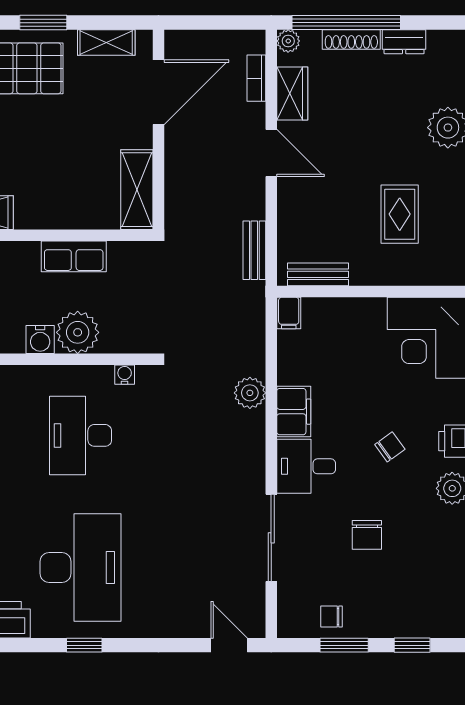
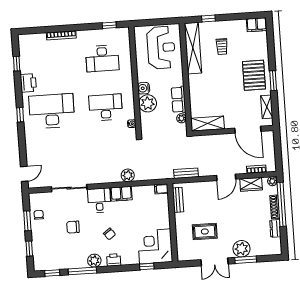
plant: (120, 252) -> (181, 118), added
desk: (80, 567) -> (52, 111), turned 180

